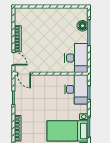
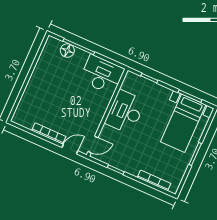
desk: (76, 89) -> (125, 112), moved, turned -90

